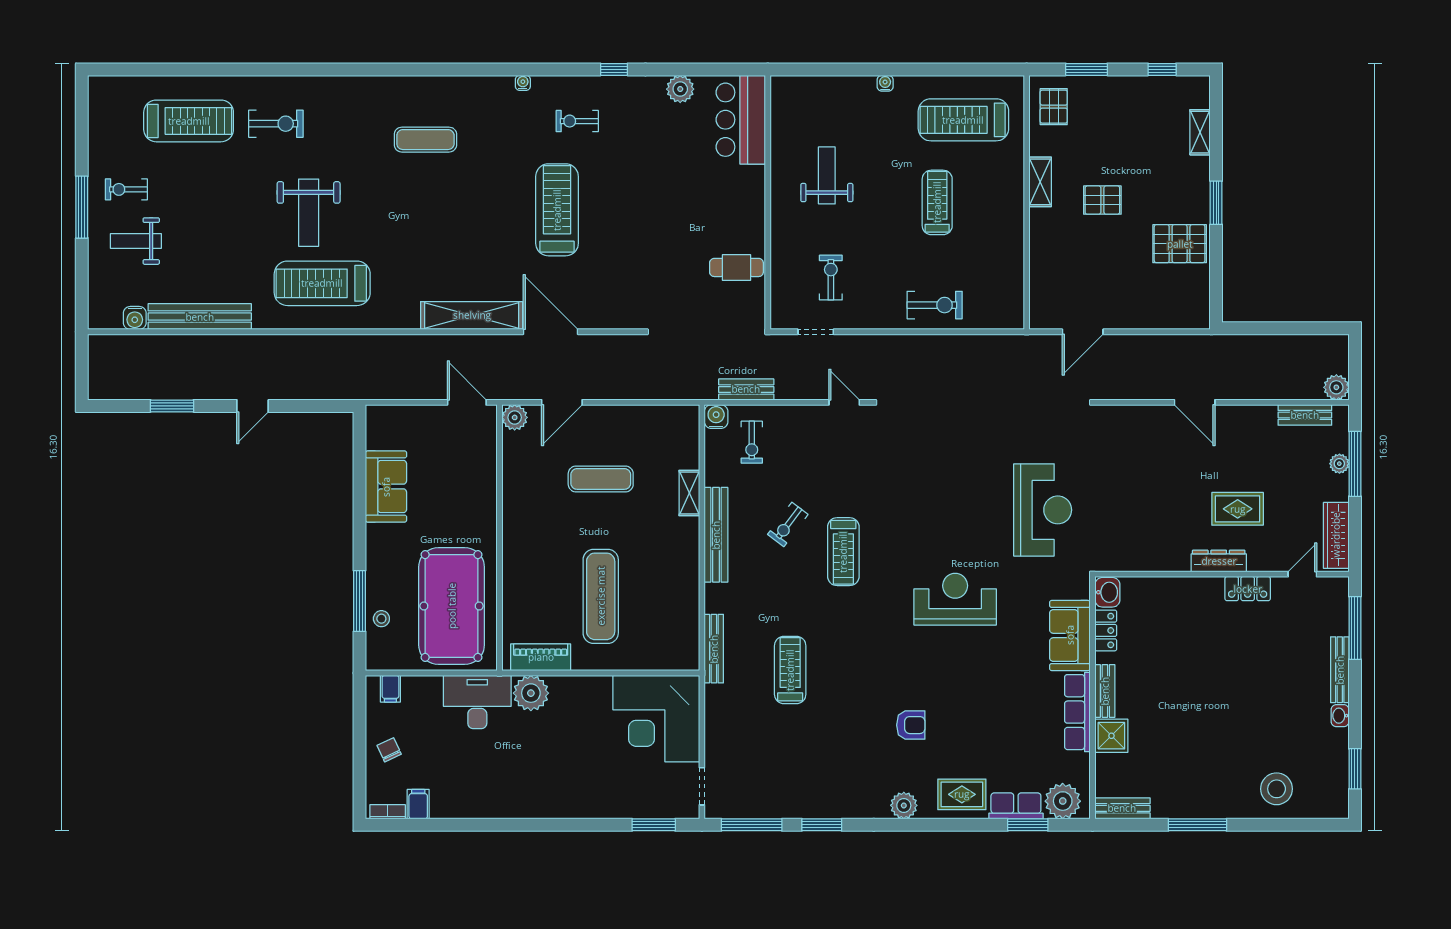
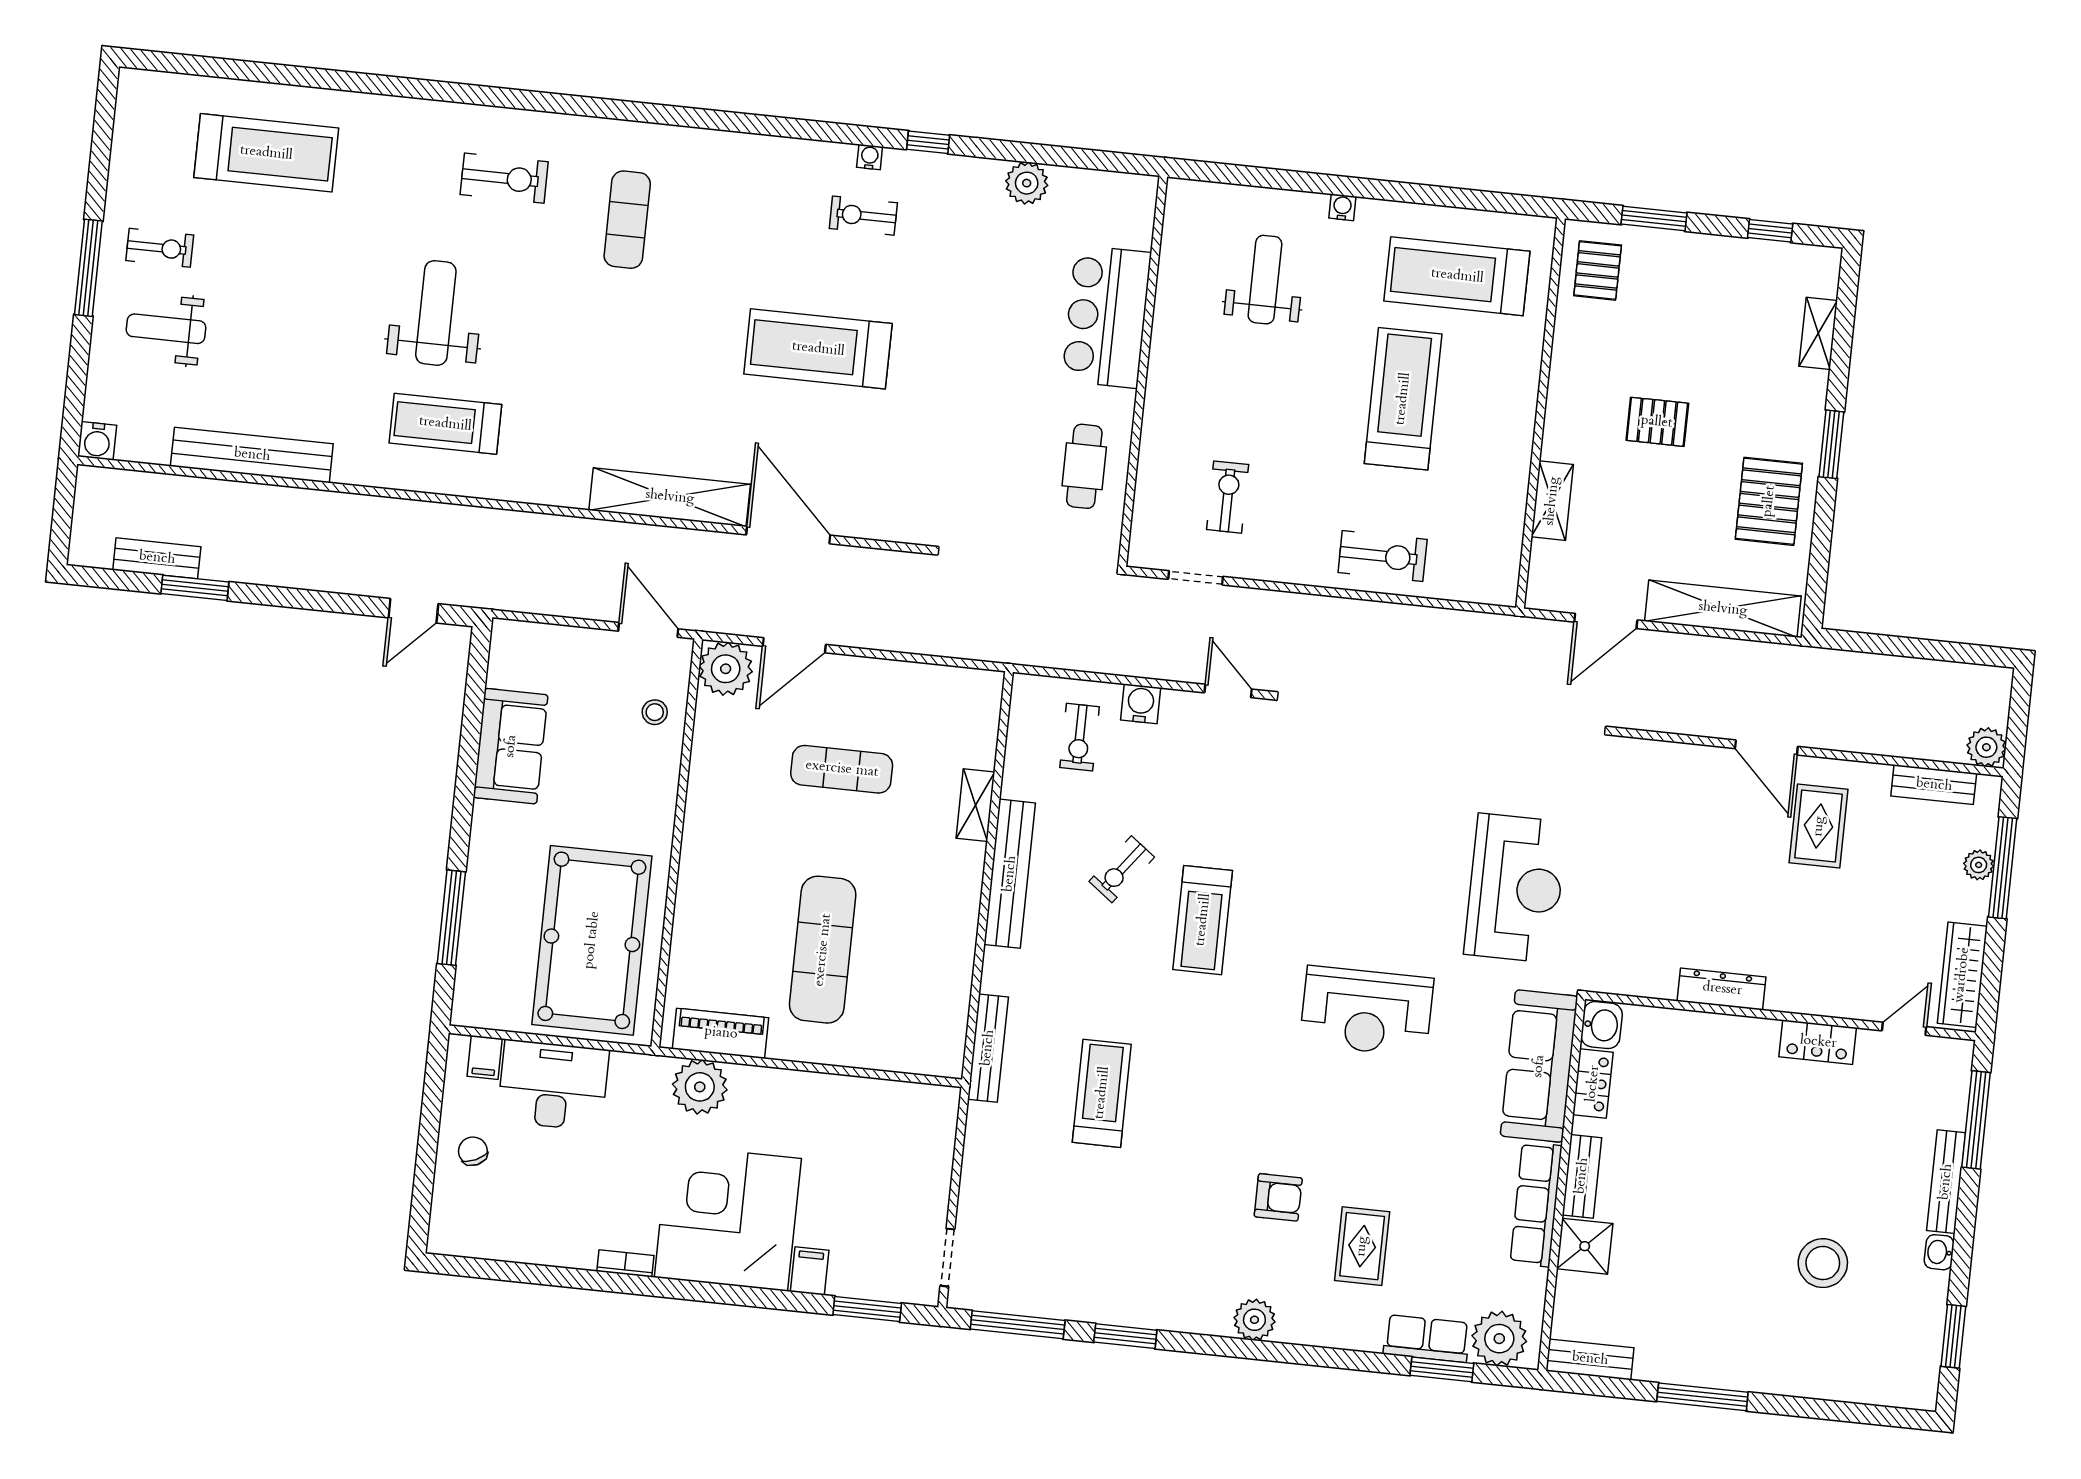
water cooler: (523, 83) -> (870, 157), moved
bar counter: (741, 120) -> (1107, 317), moved
exercise bike: (276, 124) -> (504, 178), moved
exercise mat: (425, 140) -> (627, 220), turned 90
weight bench: (827, 175) -> (1265, 280), moved
shelving: (1040, 182) -> (1552, 501), moved
exercise bike: (126, 189) -> (160, 248), turned 180
treadmill: (937, 202) -> (1403, 399), width x1.37, depth x1.38
treadmill: (557, 210) -> (818, 349), turned -90
weight bench: (309, 213) -> (436, 313), turned 180
pallet: (1180, 244) -> (1769, 501), turned 90
cafe table: (736, 267) -> (1084, 466), turned 90
treadmill: (322, 283) -> (445, 424), width x0.73, depth x0.73
shelving: (1157, 316) -> (1723, 609), added
water cooler: (135, 318) -> (97, 441), moved
bench: (746, 389) -> (157, 558), moved
door: (253, 406) -> (413, 611), moved
plant: (515, 417) -> (726, 669), width x1.36, depth x1.36
water cooler: (716, 417) -> (1141, 704), moved
rug: (1238, 509) -> (1819, 826), moved, turned 90
dresser: (1219, 561) -> (1722, 989), moved
reception desk: (955, 599) -> (1367, 1011), turned 180
stool: (381, 619) -> (655, 712), moved
sofa: (1070, 635) -> (1539, 1066), width x1.36
desk: (477, 702) -> (553, 1085), moved
corner desk: (656, 719) -> (728, 1218), moved, turned 90
stool: (1277, 789) -> (1823, 1263), moved
rug: (962, 794) -> (1362, 1246), moved, turned 90
filing cabinet: (418, 804) -> (810, 1271), moved
bookcase: (388, 812) -> (625, 1263), moved

